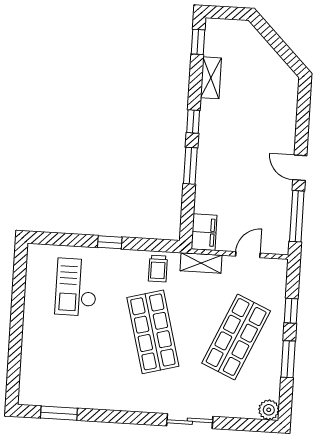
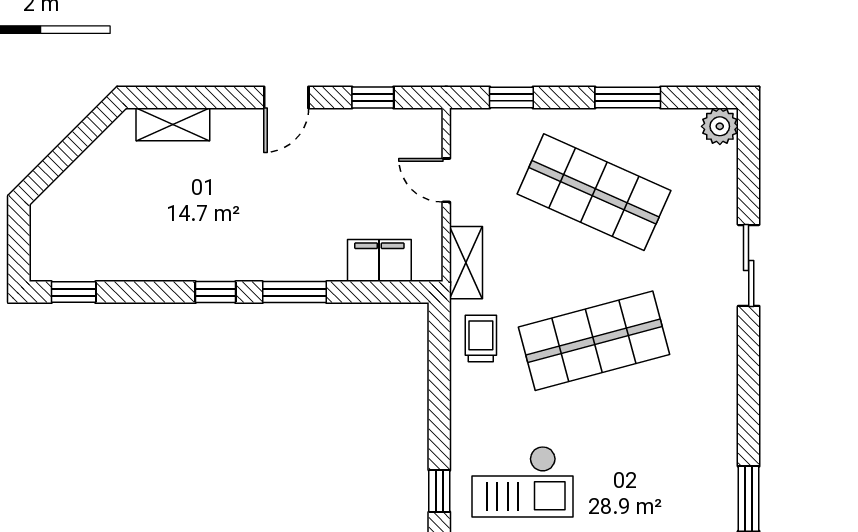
shelving: (211, 78) -> (173, 124), moved
window: (297, 216) -> (373, 97), width x0.46
filing cabinet: (204, 232) -> (379, 261), moved
window: (110, 242) -> (439, 491), moved
trolley: (158, 269) -> (481, 339), turned -90
window: (291, 311) -> (511, 97), moved

